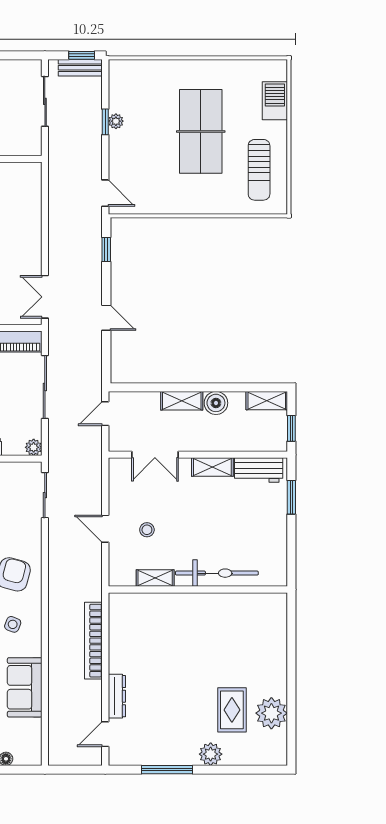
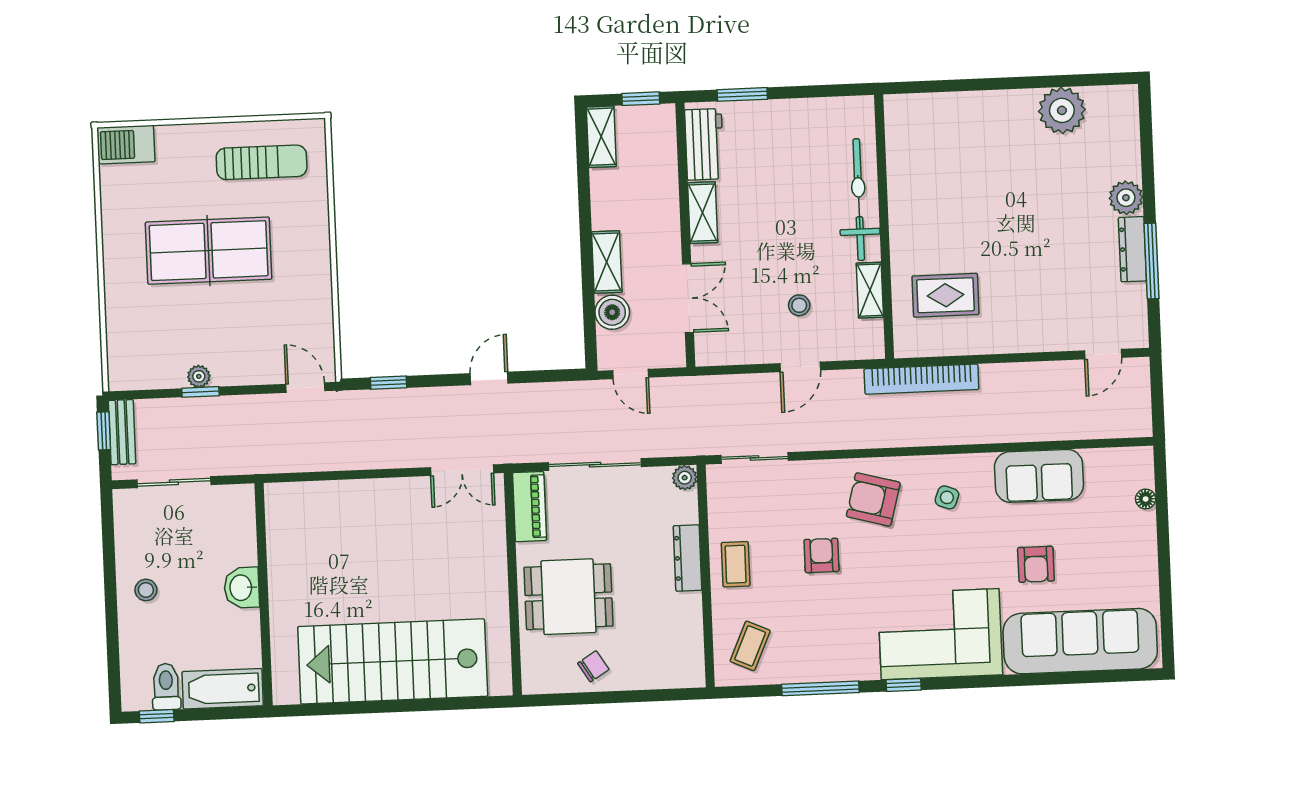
barbecue: (275, 101) -> (126, 145), moved
door: (105, 193) -> (305, 388), hinge flipped
boiler: (216, 403) -> (612, 312), moved
bookcase: (93, 641) -> (921, 379), moved
dresser: (117, 696) -> (1132, 249), moved, turned -90
rug: (232, 710) -> (946, 295), moved
door: (105, 734) -> (1103, 354), hinge flipped

